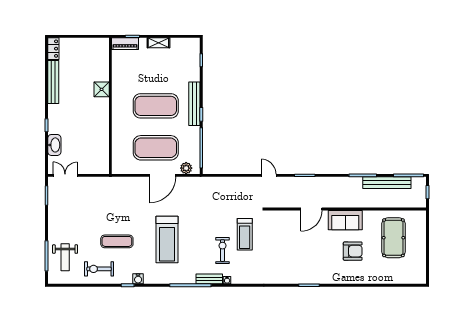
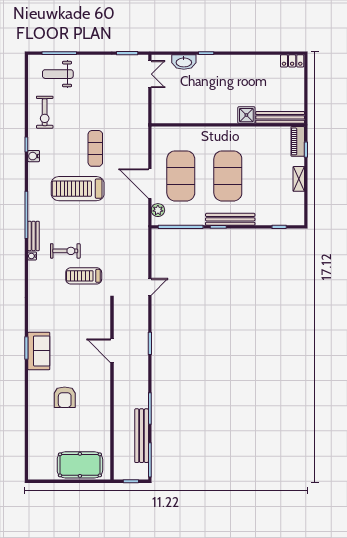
bench: (53, 82) -> (280, 117), moved
door: (269, 175) -> (150, 287), moved
sofa: (345, 220) -> (39, 351), moved, turned 180
pool table: (393, 238) -> (80, 465), moved
exercise mat: (117, 241) -> (95, 148), moved
exercise bike: (99, 269) -> (45, 112), turned 180

